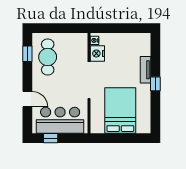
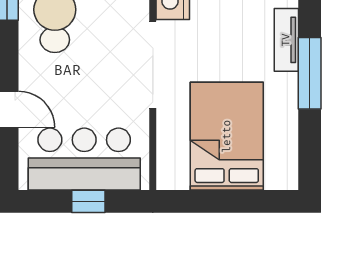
window: (155, 84) -> (310, 73), width x2.17
window: (51, 138) -> (88, 201), moved

